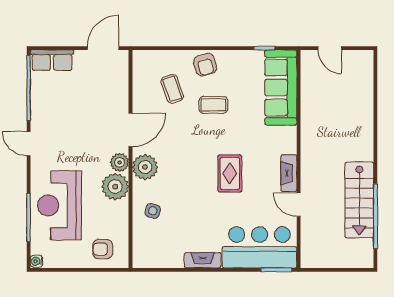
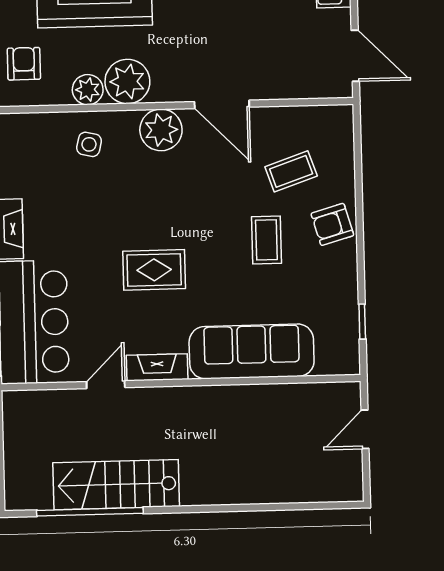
sofa: (281, 88) -> (252, 351), moved
plant: (119, 162) -> (88, 90), moved

